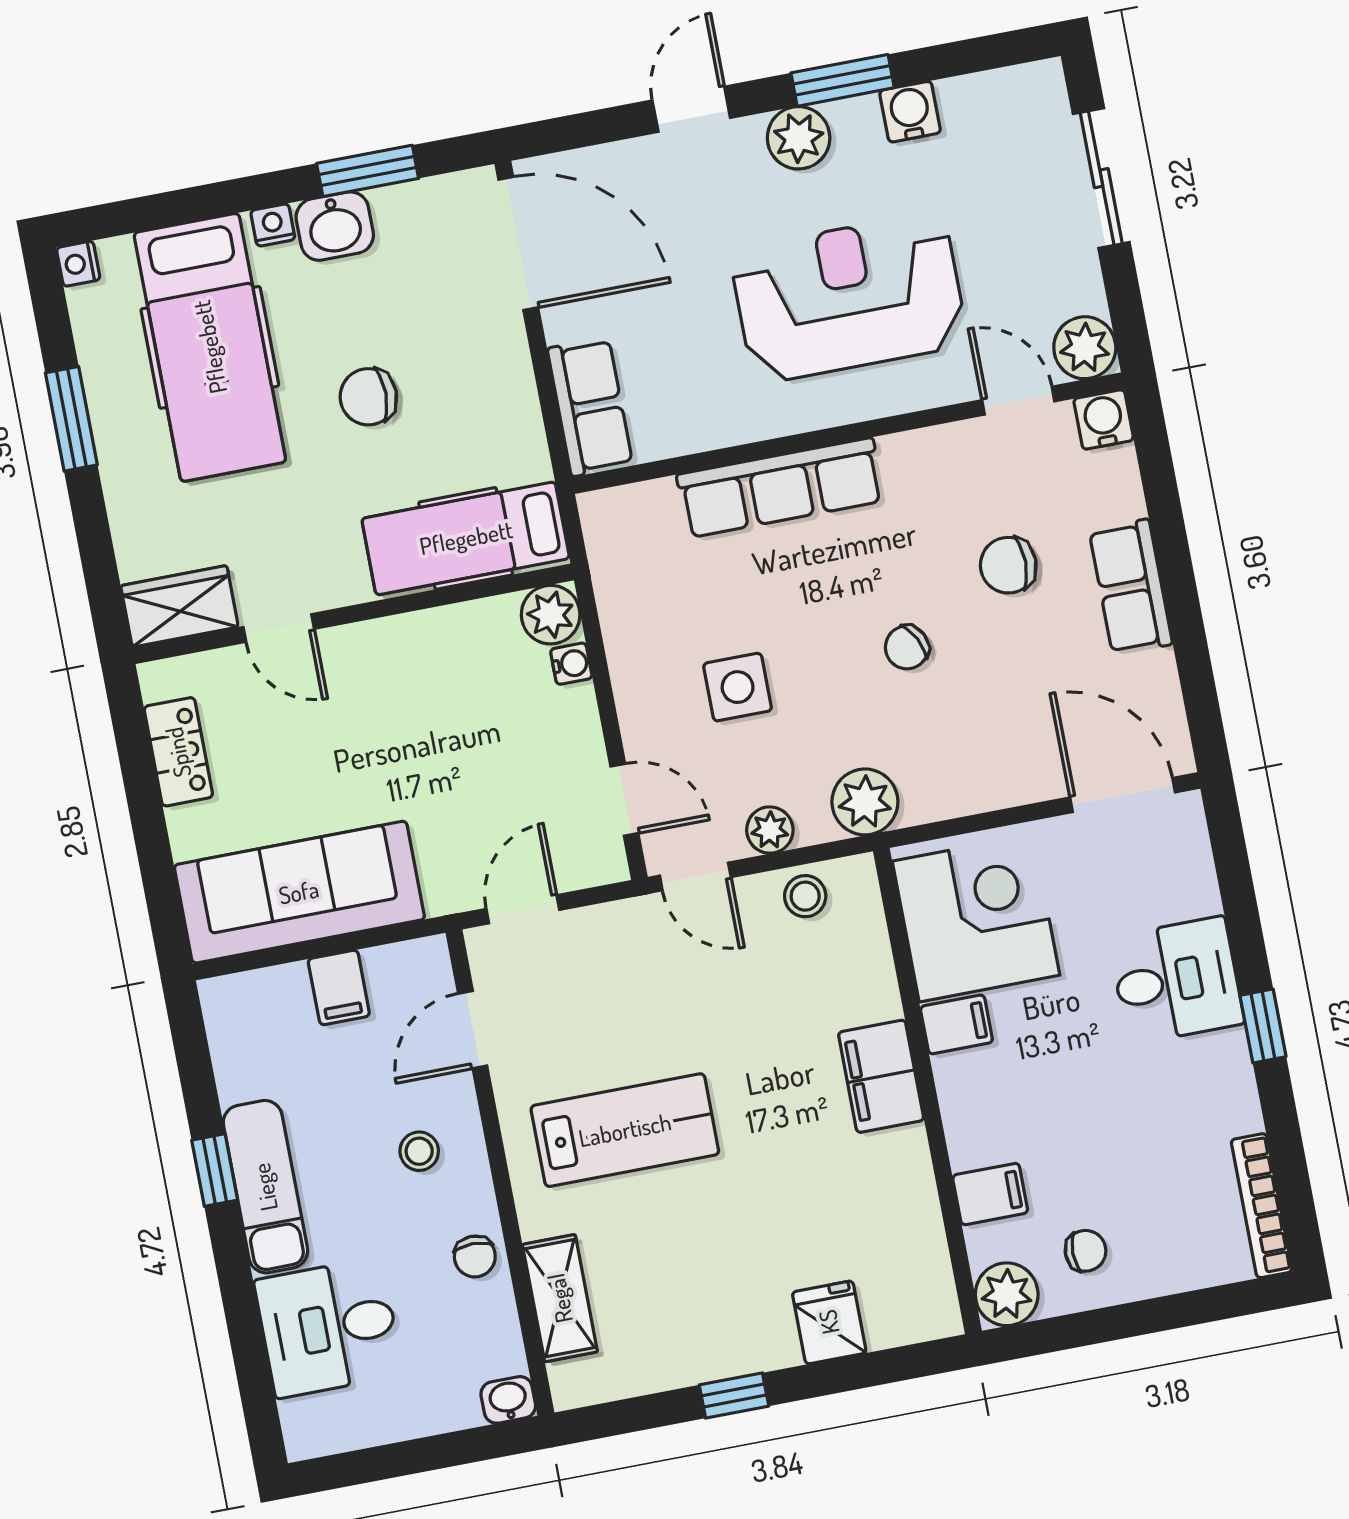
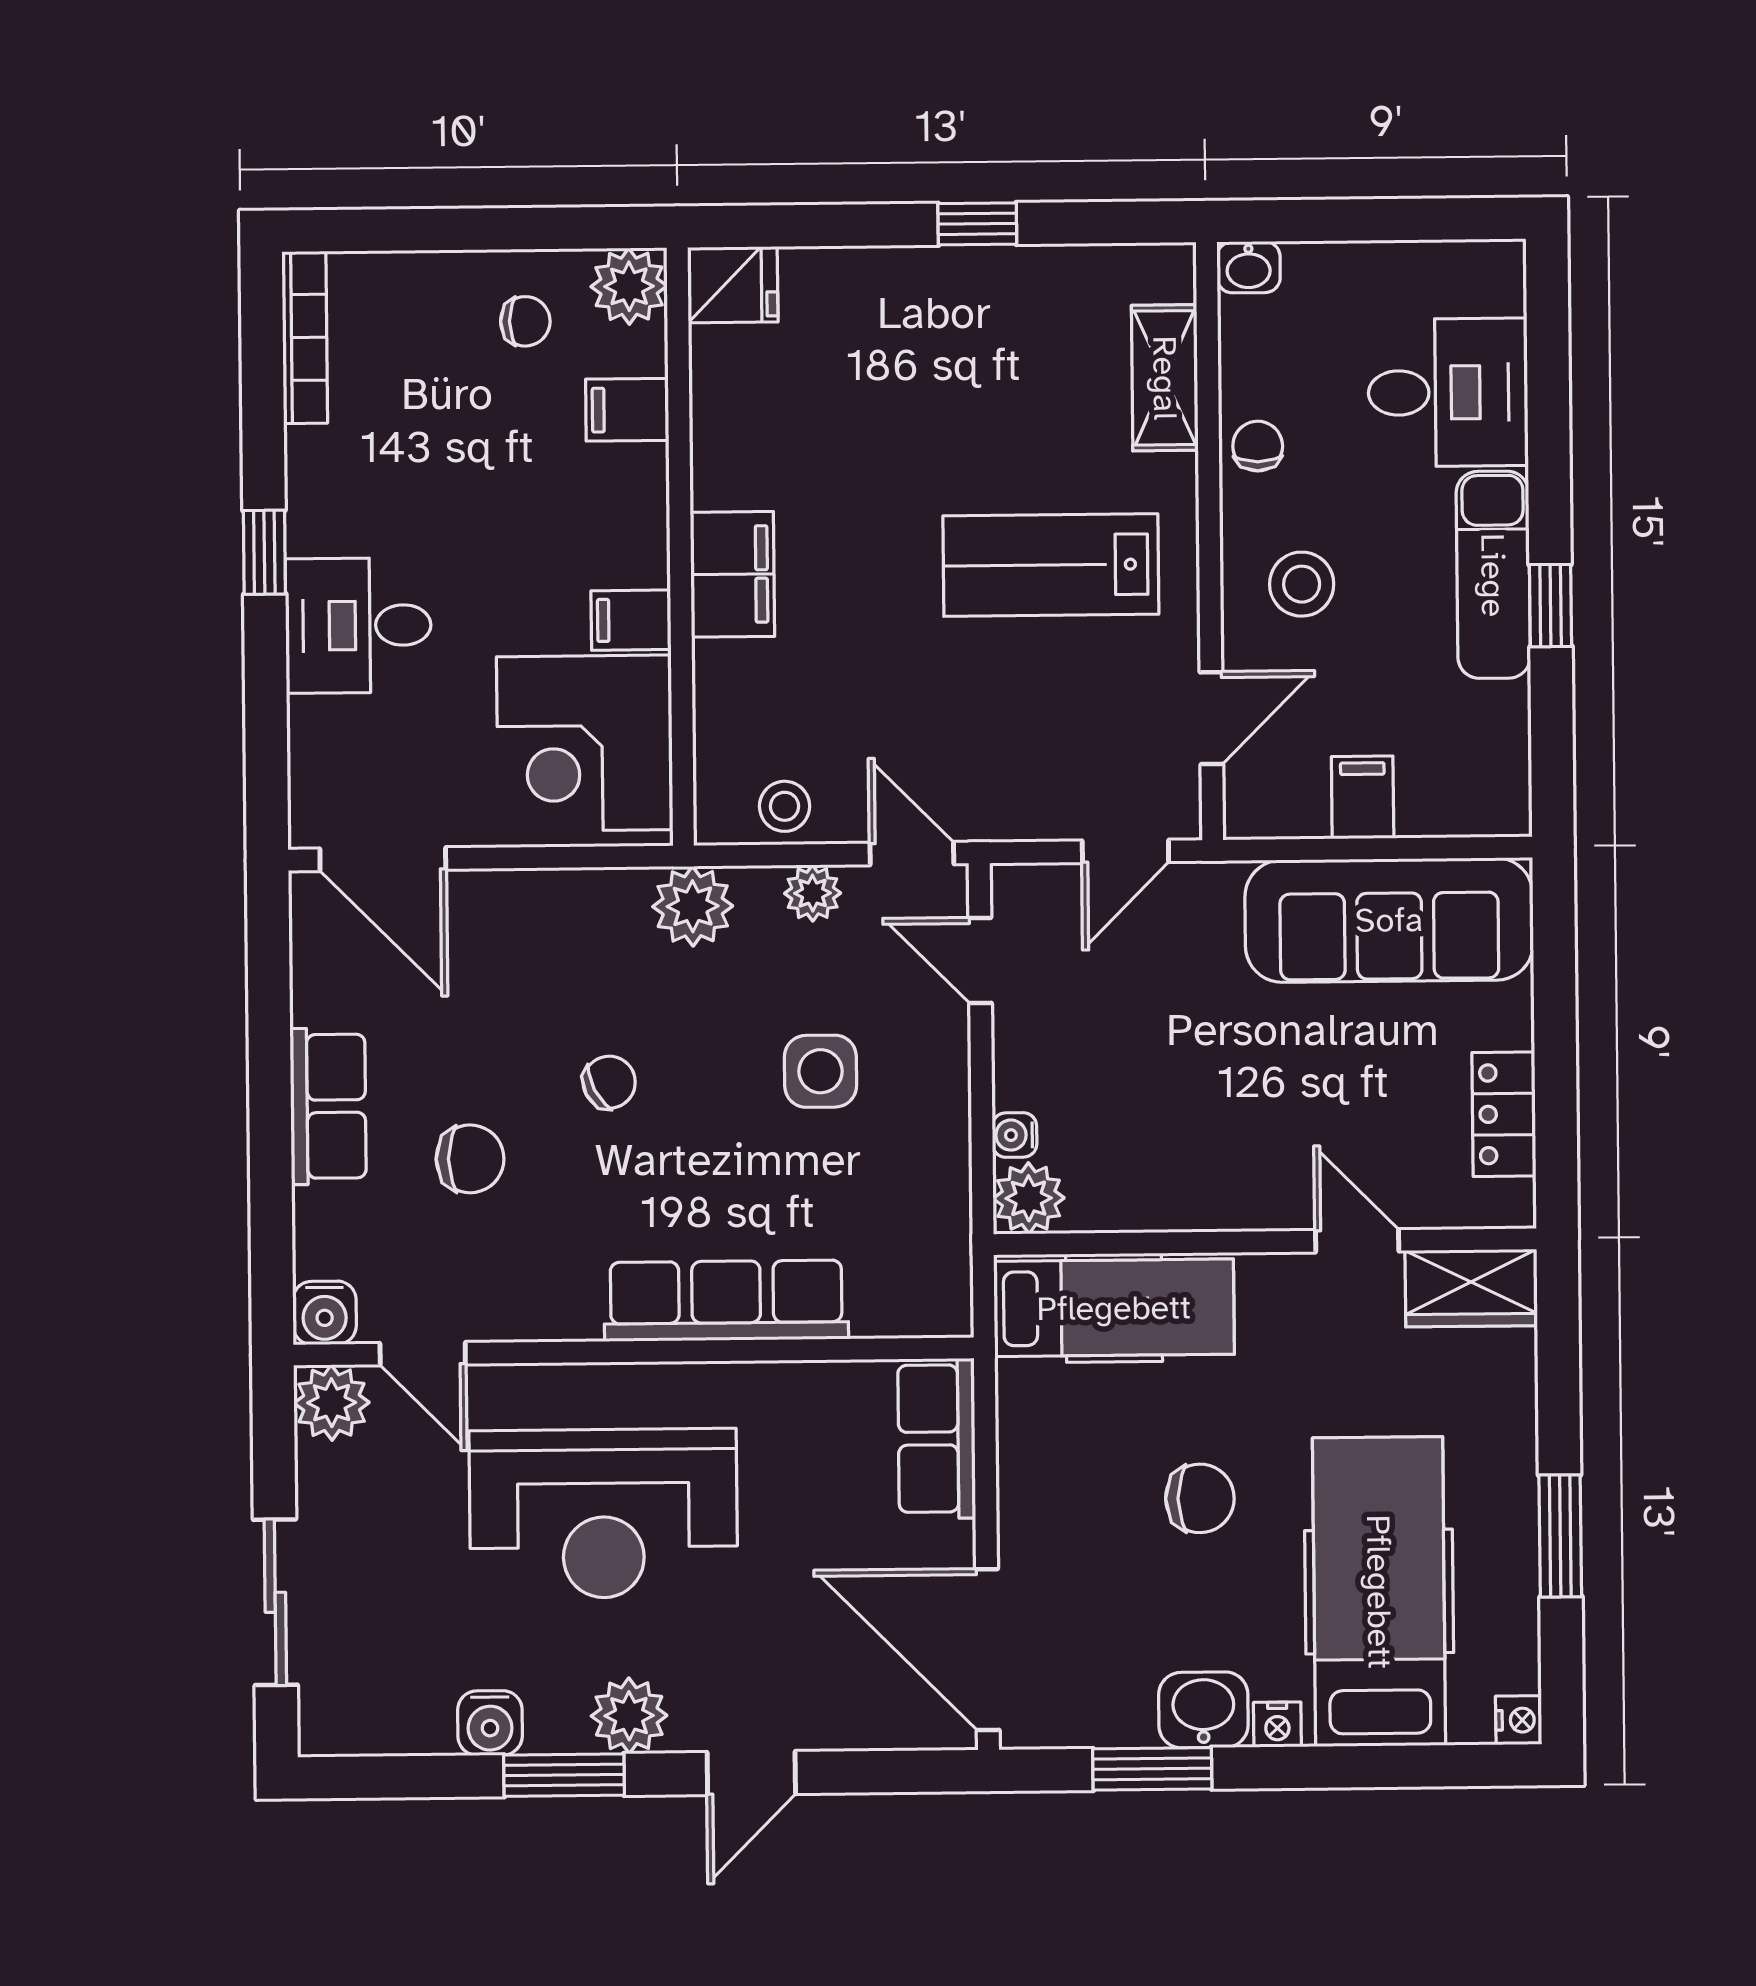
stool: (419, 1151) -> (1302, 584), width x1.37, depth x1.37
chair: (1086, 1251) -> (525, 321), turned 180
fridge: (829, 1322) -> (733, 285), moved, turned -90

